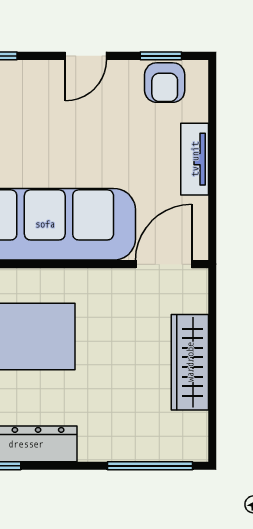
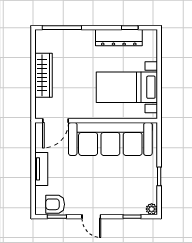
door: (86, 56) -> (91, 217), swing flipped
armchair: (165, 83) -> (55, 204), turned -90

